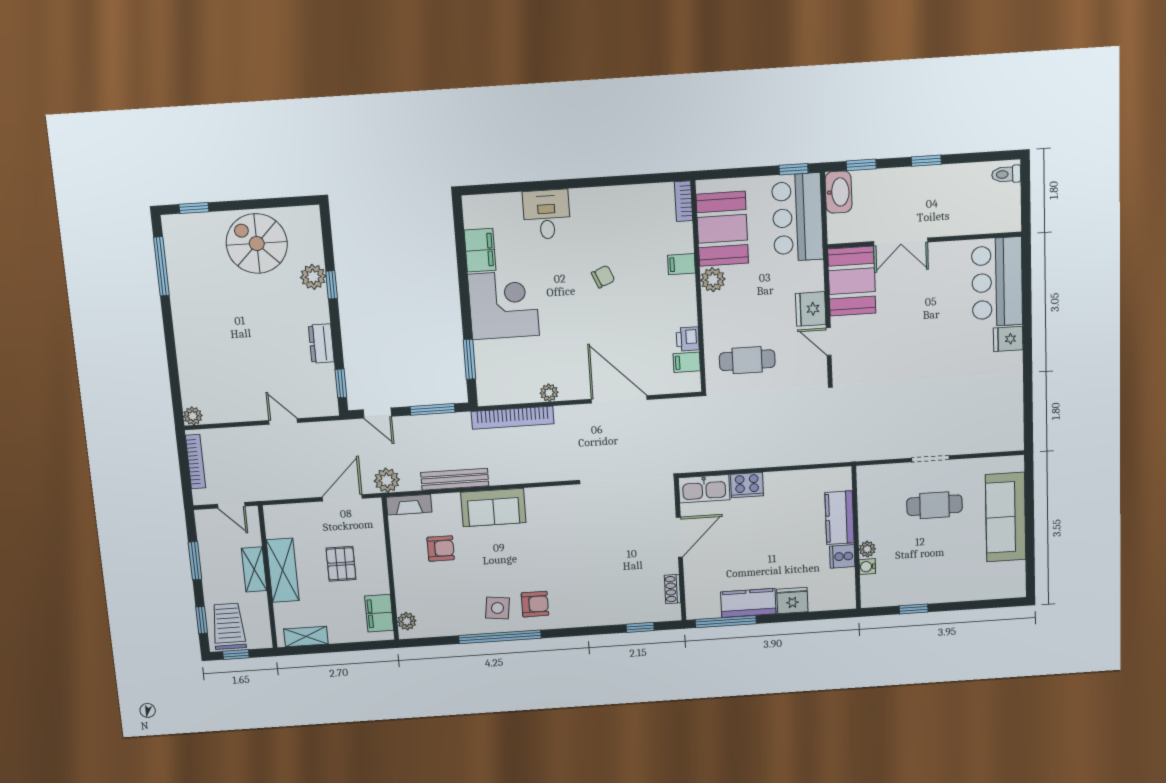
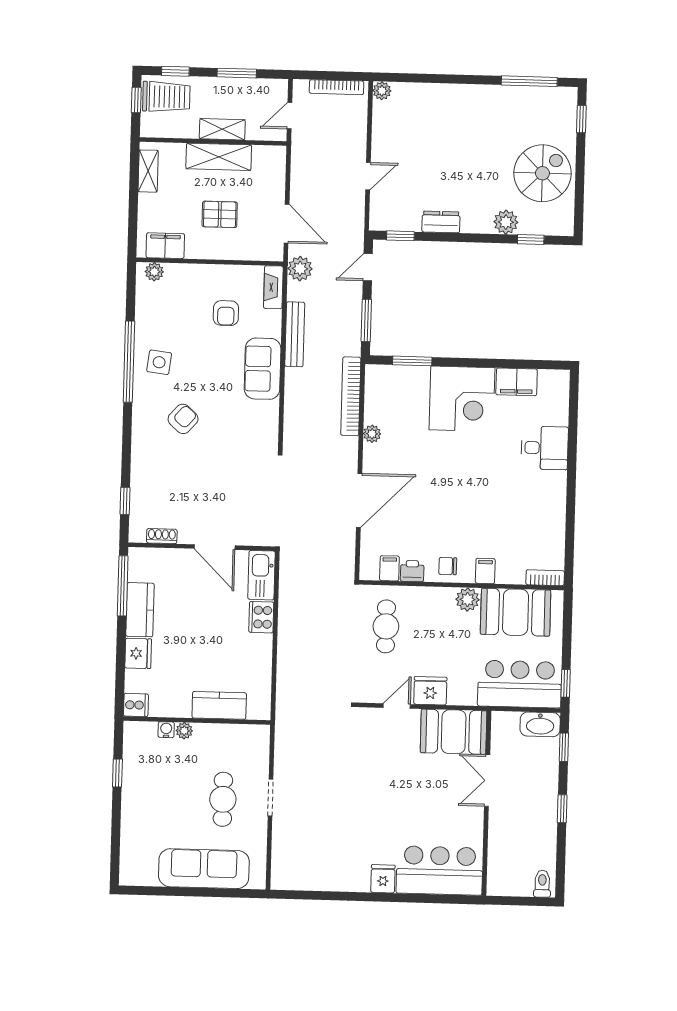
chair: (603, 277) -> (448, 566), moved, turned 113
window: (332, 285) -> (531, 239), moved
cooker: (842, 556) -> (136, 705), moved, turned 90
armchair: (535, 604) -> (183, 419), moved, turned -138

